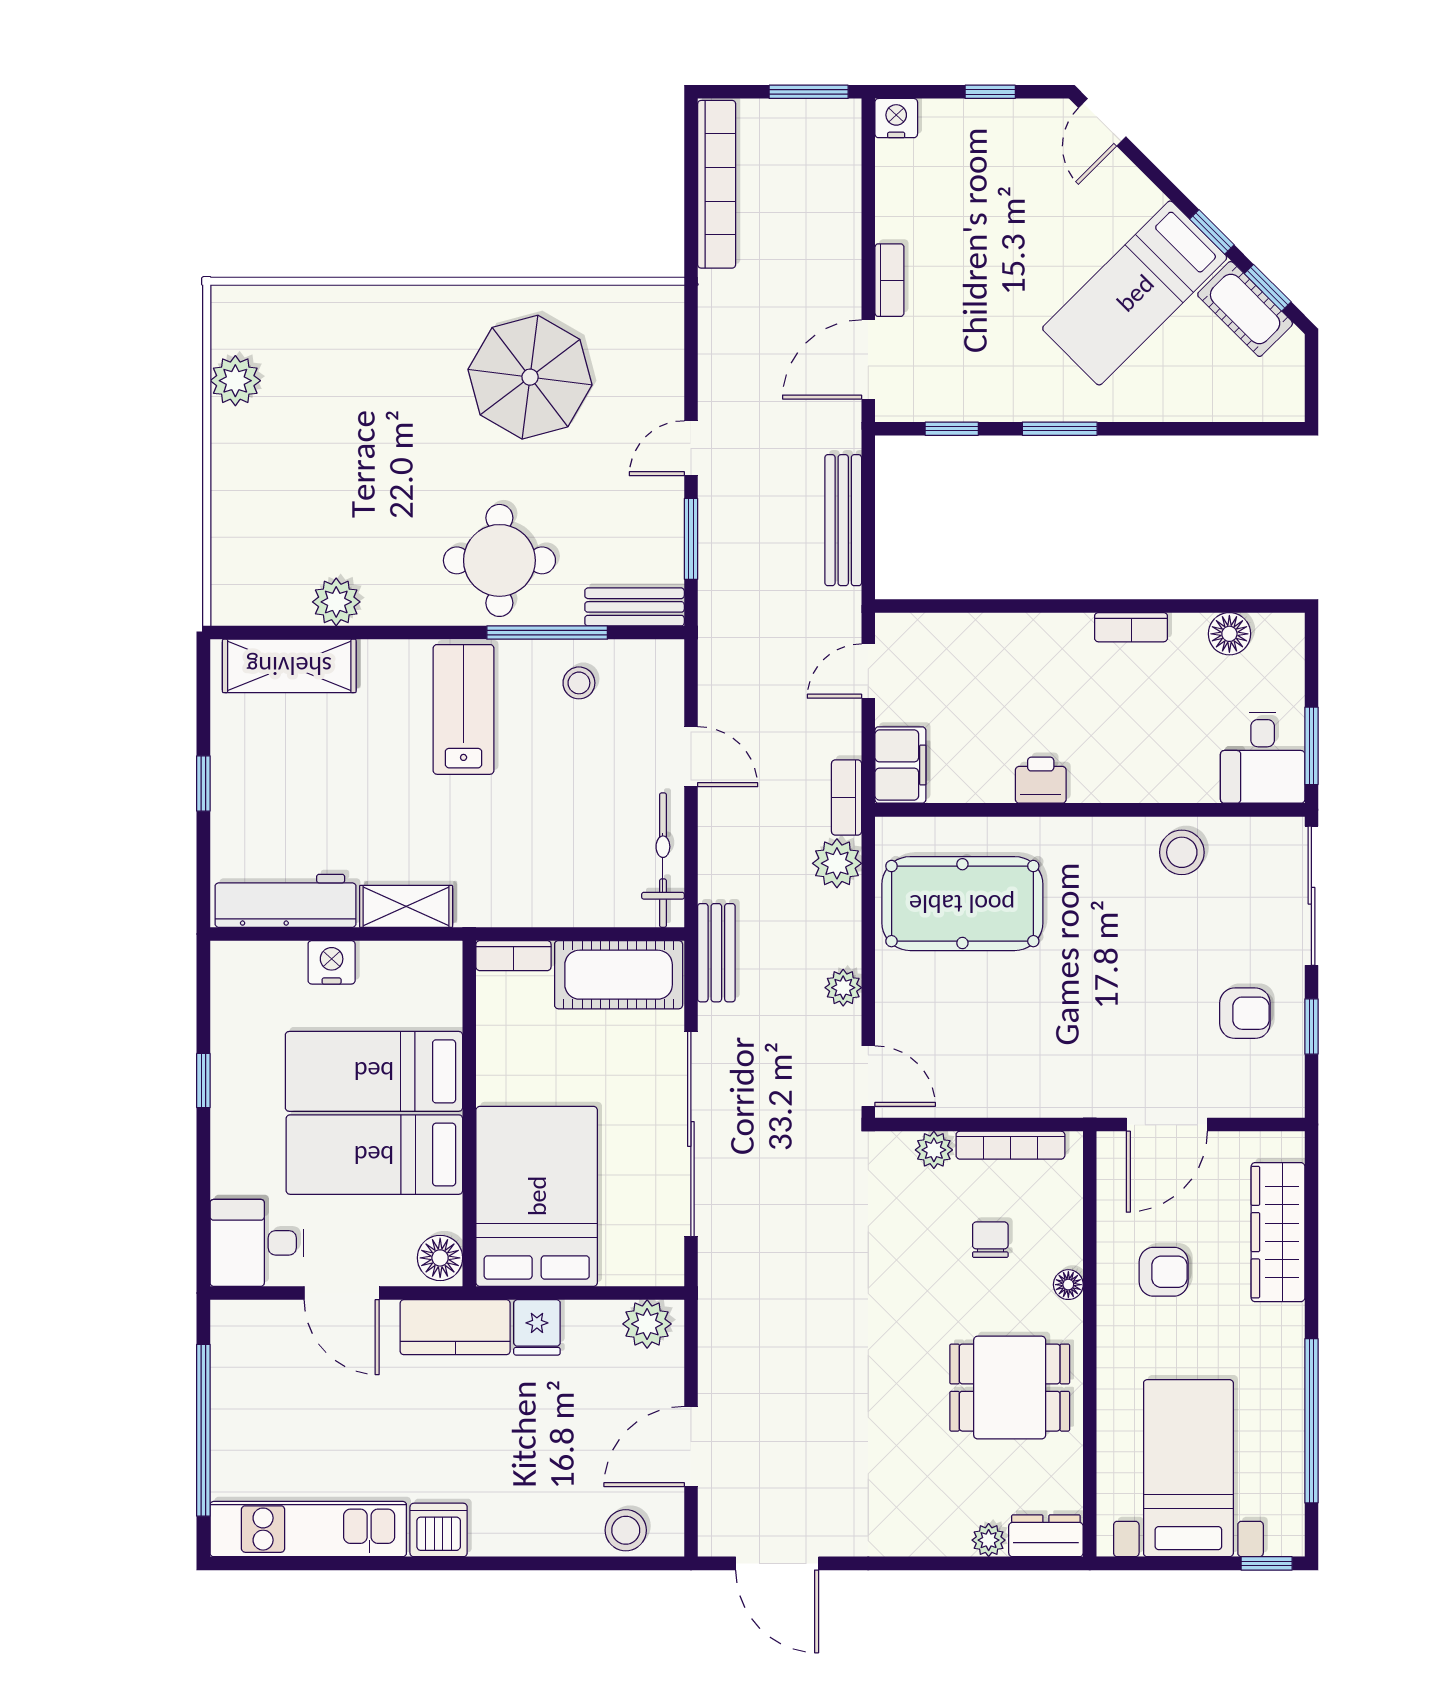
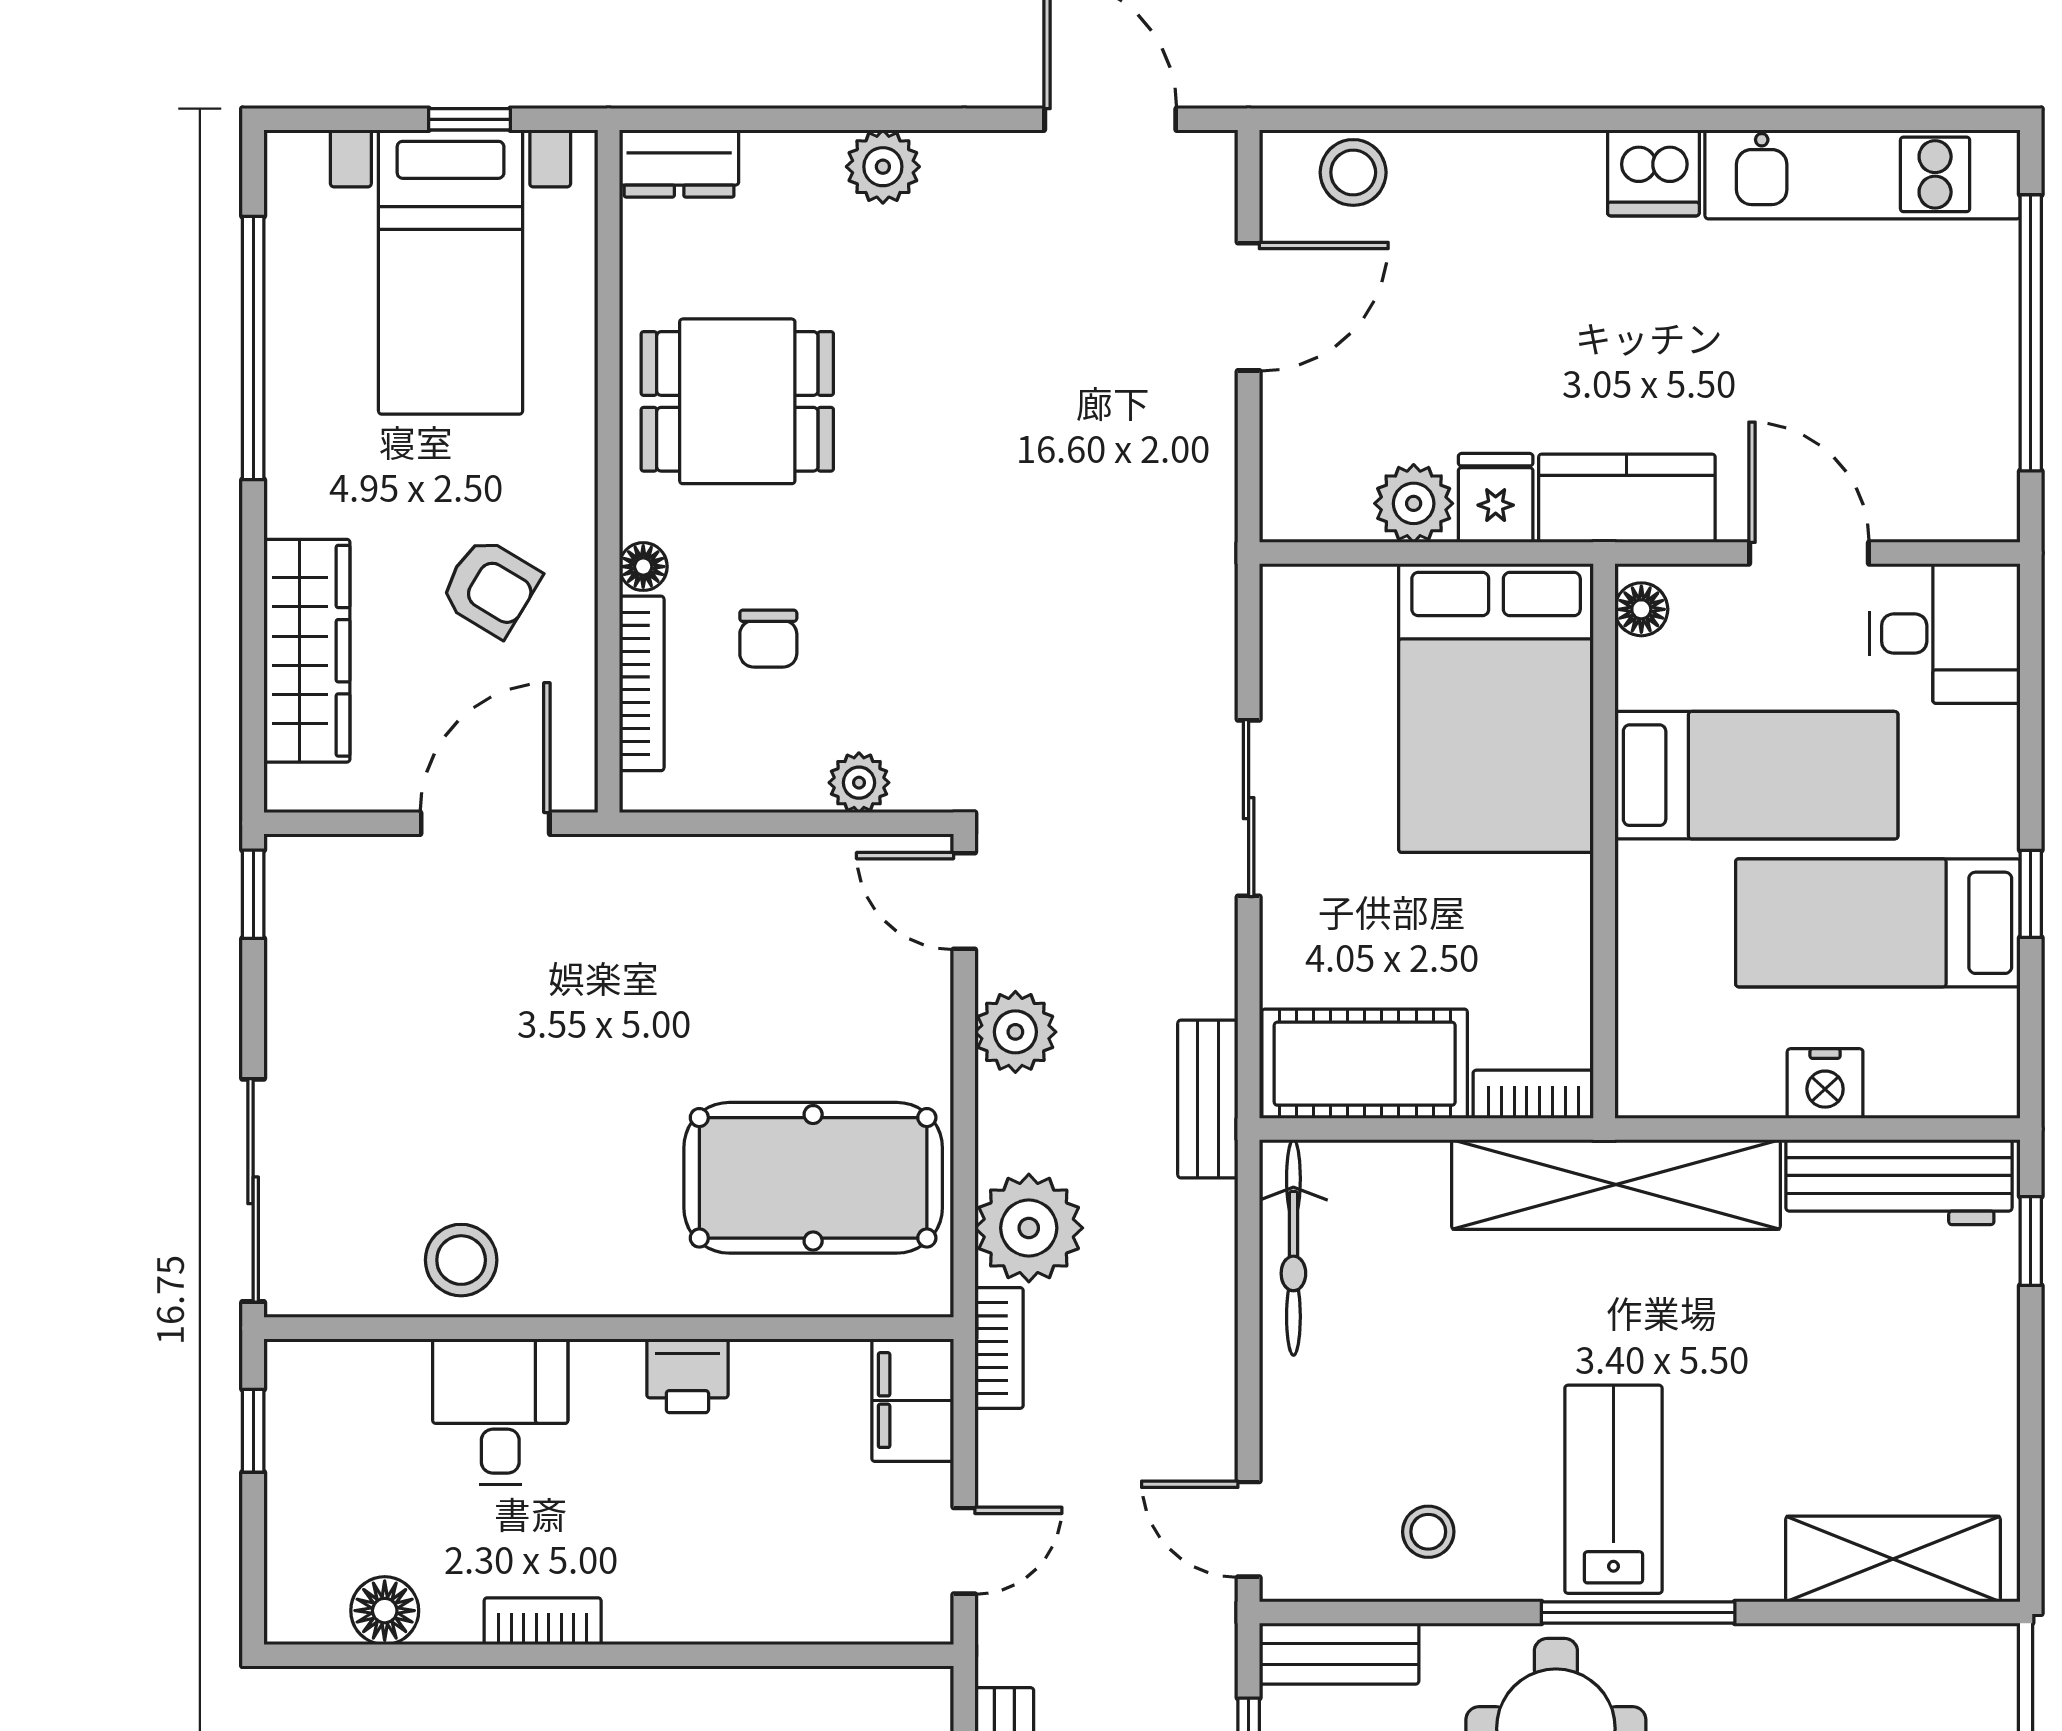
plant: (336, 602) -> (1818, 1662), removed
window: (547, 633) -> (1638, 1613), moved
lab bench: (464, 709) -> (1613, 1489), turned 180
window: (1311, 746) -> (253, 1431), width x0.67
door: (691, 757) -> (1249, 1529), moved
desk: (1263, 758) -> (500, 1412), moved
window: (203, 783) -> (2031, 1241), moved
plant: (837, 863) -> (1029, 1228), width x1.36, depth x1.36
shelving: (406, 906) -> (1616, 1185), width x2.20, depth x1.33
plant: (843, 988) -> (1015, 1032), width x1.38, depth x1.38
armchair: (1245, 1013) -> (360, 1002), removed
window: (1311, 1026) -> (253, 894), moved
bed: (374, 1071) -> (1878, 923), moved, turned 180
sliding door: (691, 1134) -> (1249, 808), width x0.54
bookcase: (1010, 1145) -> (642, 683), moved, turned 90
floor lamp: (440, 1258) -> (1641, 609), width x0.73, depth x0.73
armchair: (1164, 1272) -> (490, 587), turned -149
plant: (647, 1324) -> (1414, 503), moved
plant: (989, 1540) -> (883, 167), moved, width x1.38, depth x1.38
window: (1267, 1563) -> (469, 119), moved

